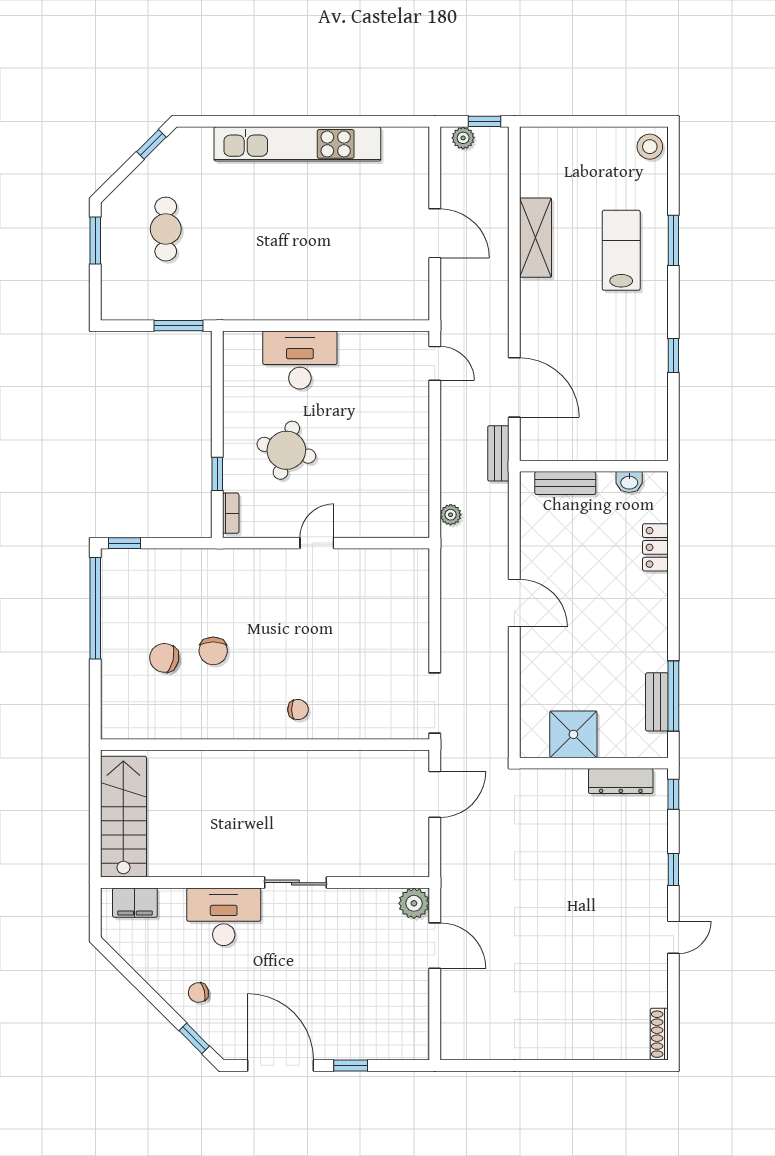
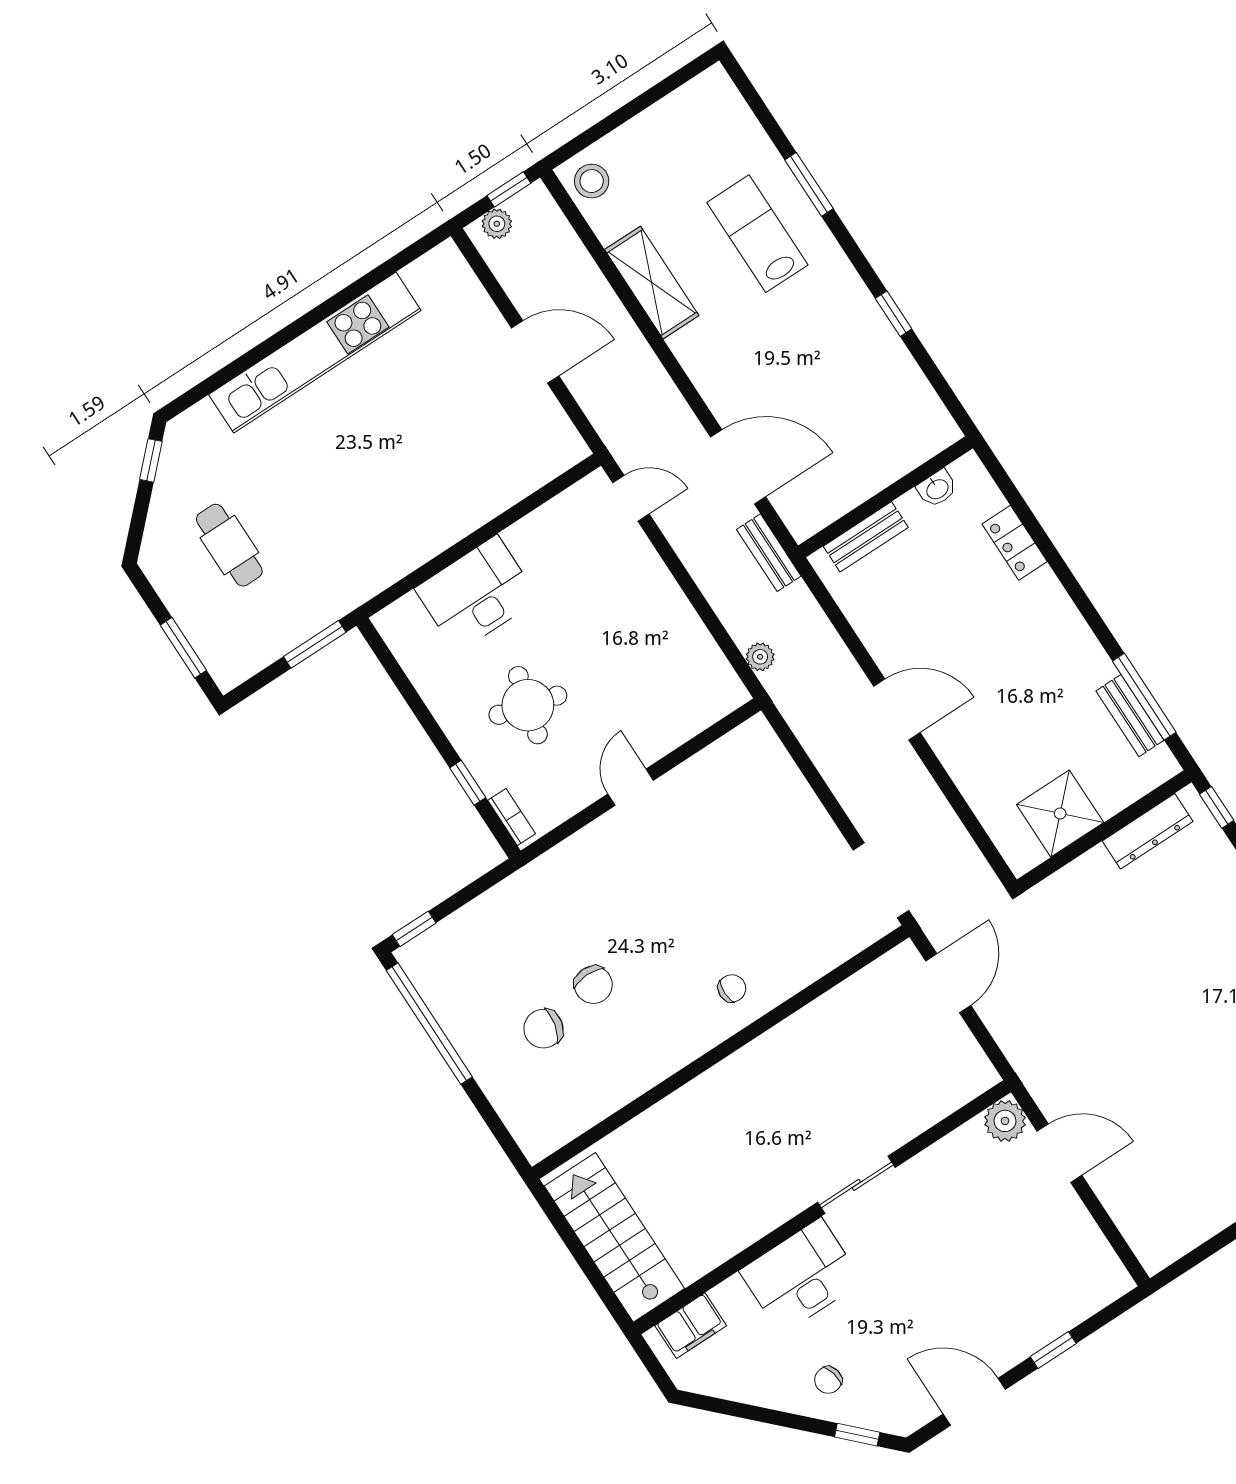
stool: (650, 147) -> (592, 181), moved
window: (95, 240) -> (183, 648), moved
door: (281, 1065) -> (974, 1402), width x0.73

